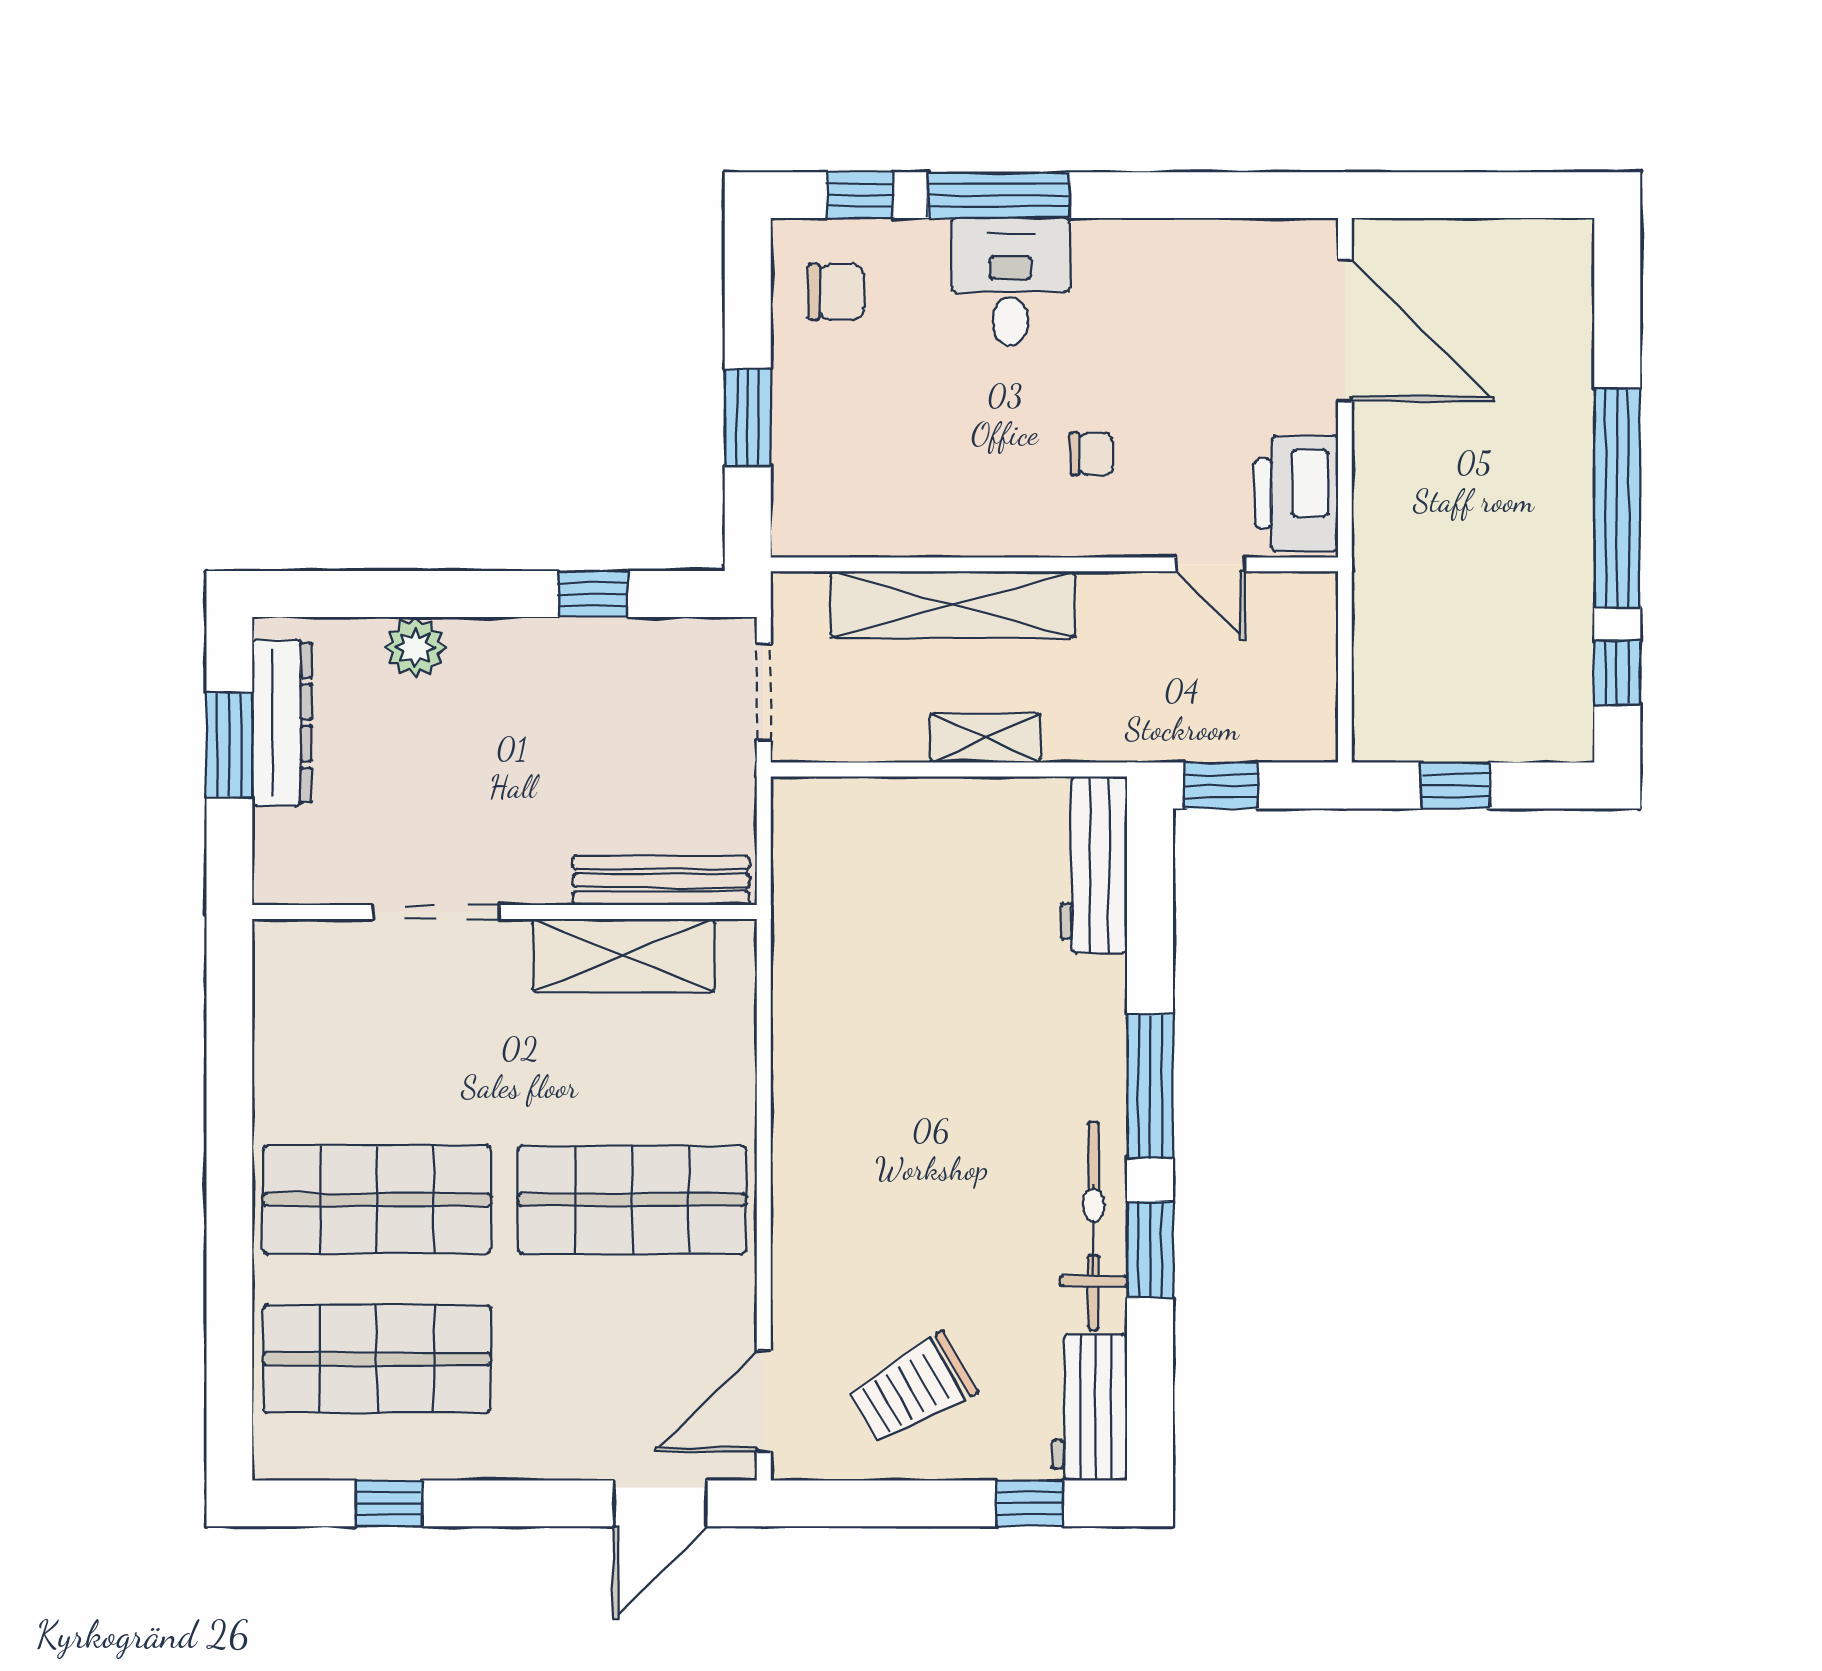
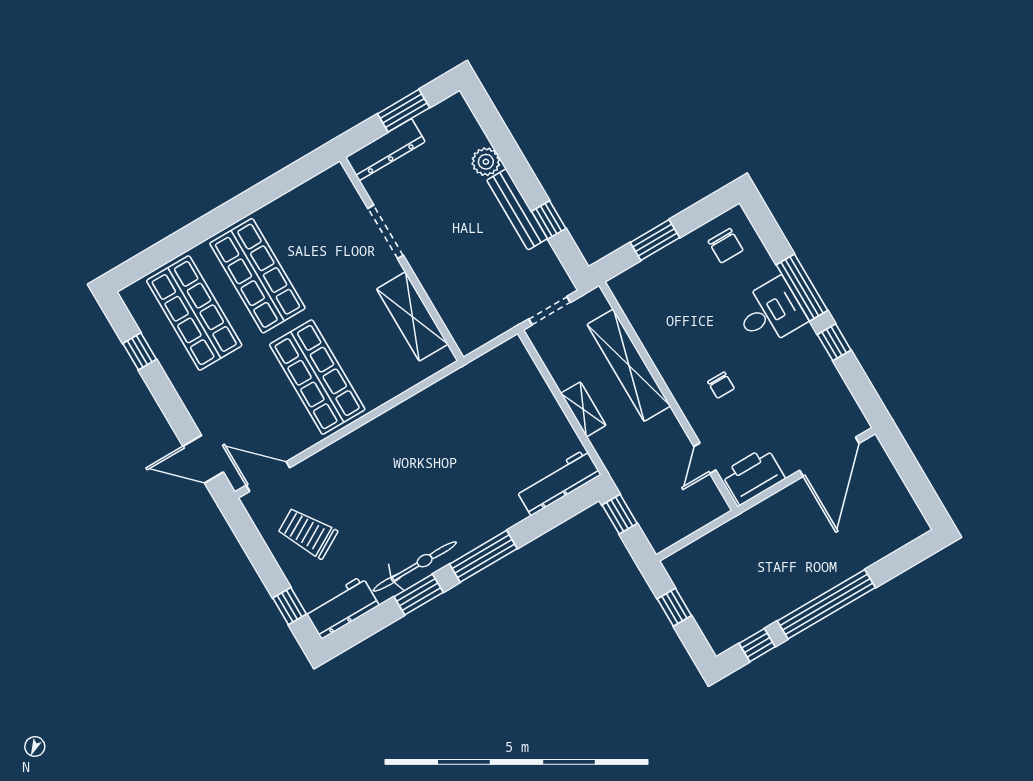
window: (860, 195) -> (834, 342), moved
dresser: (282, 723) -> (385, 150), moved
bench: (661, 880) -> (517, 209), moved

